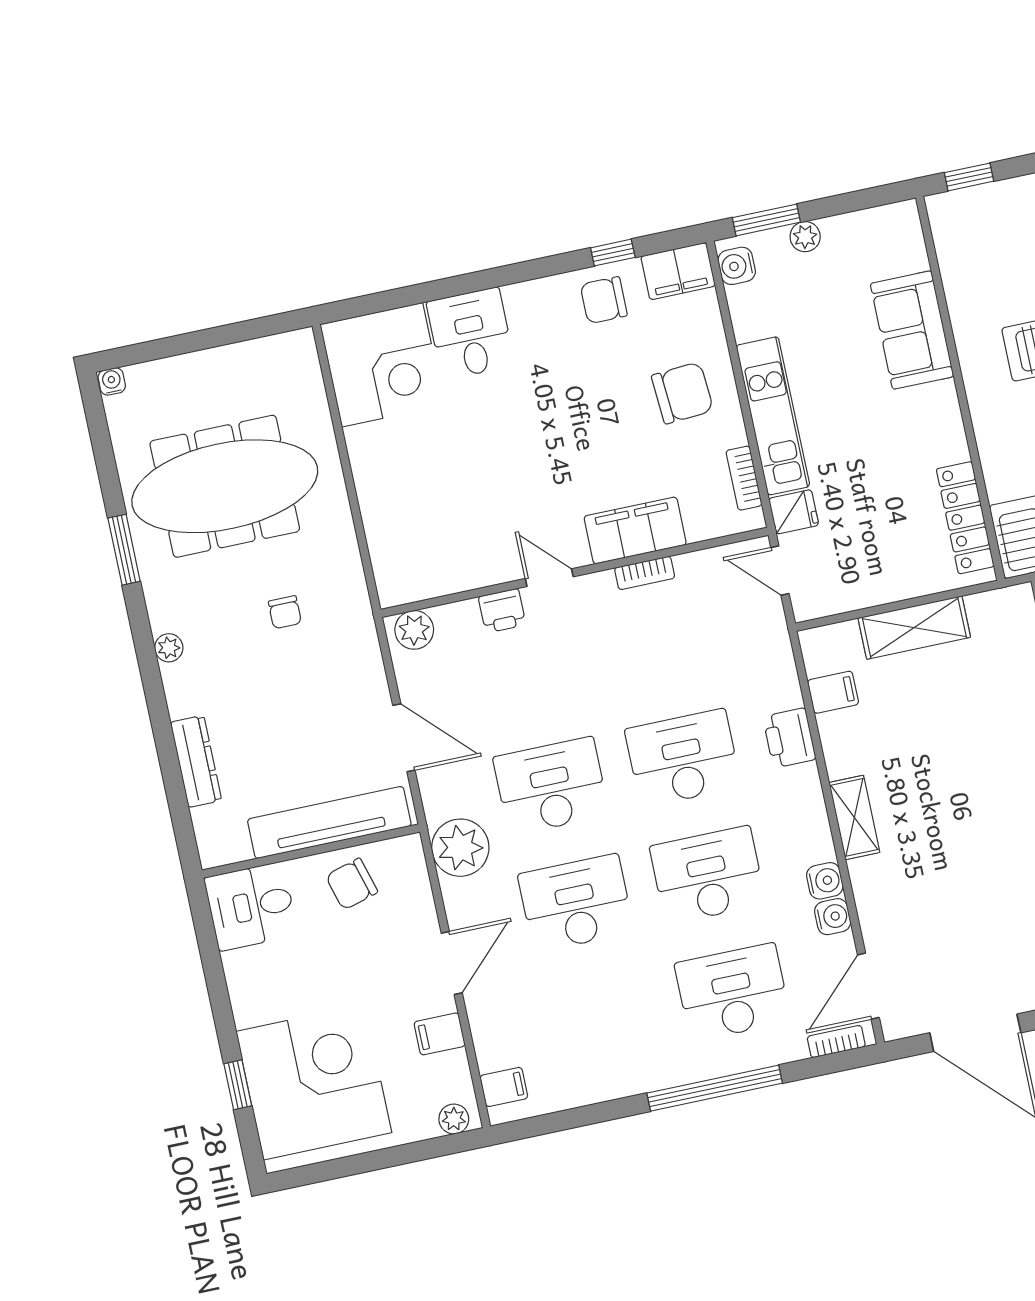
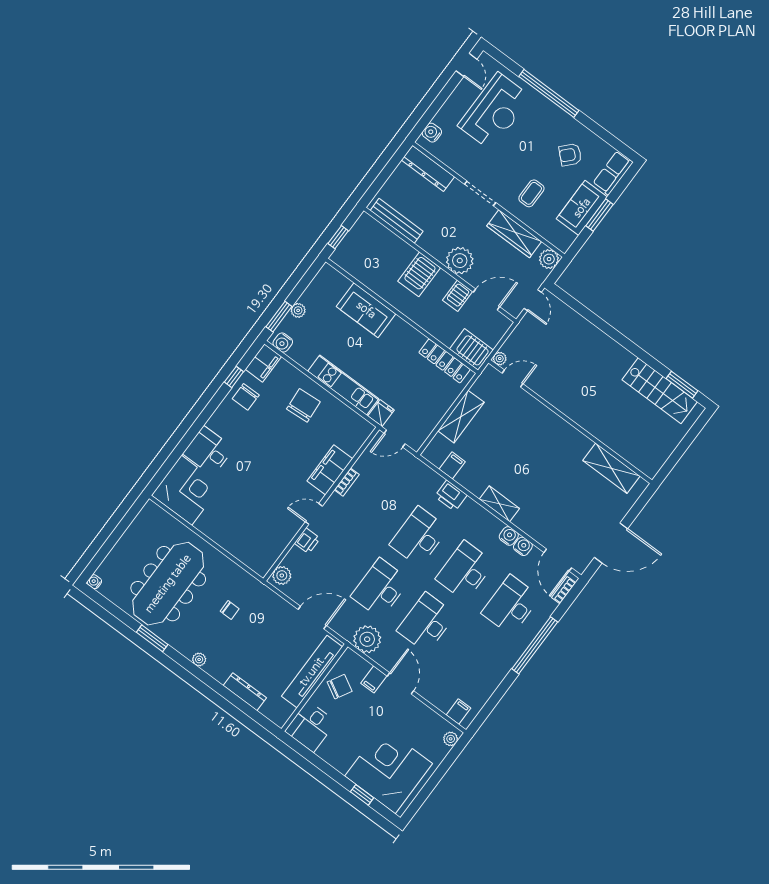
bookcase: (744, 478) -> (352, 417), removed
chair: (352, 884) -> (340, 687), turned -135
filing cabinet: (440, 1034) -> (374, 679), moved

